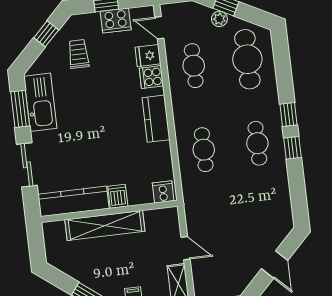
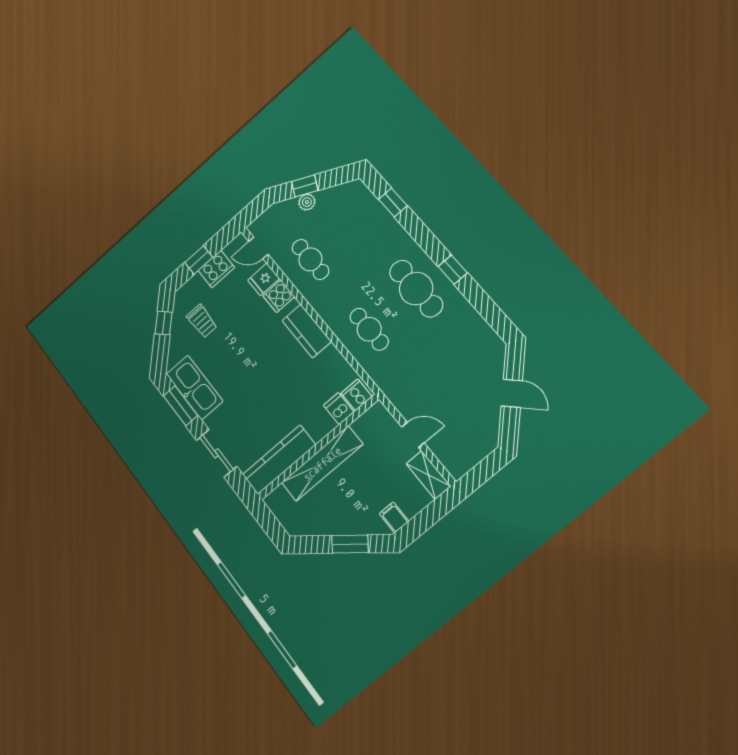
trolley: (78, 54) -> (202, 321), turned 180
cafe table: (247, 59) -> (356, 219), removed
window: (289, 114) -> (393, 202), moved
cafe table: (257, 143) -> (416, 289), width x1.37, depth x1.35
dishwasher: (118, 196) -> (339, 409), moved

